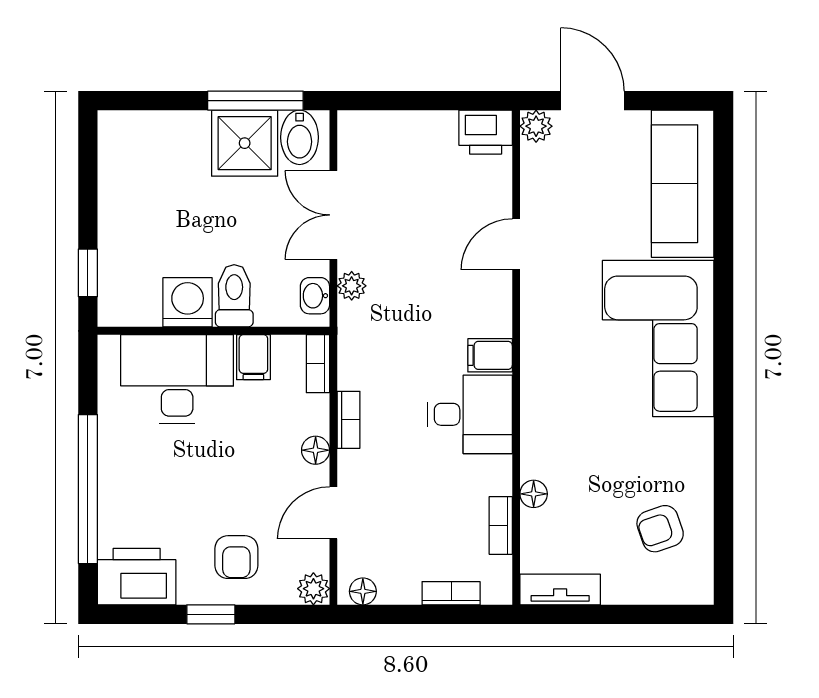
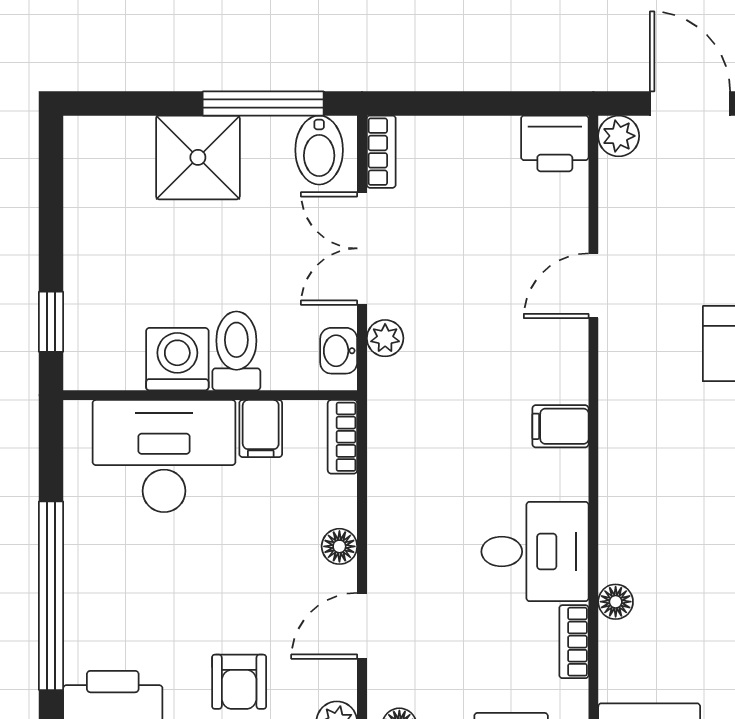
shower: (245, 143) -> (198, 157), moved
desk: (470, 414) -> (535, 552), moved
bookcase: (349, 420) -> (381, 152), moved

